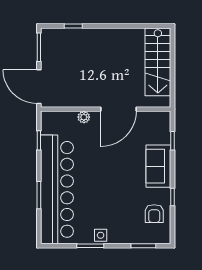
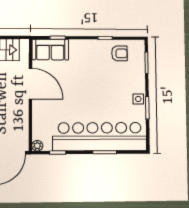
plant: (84, 117) -> (37, 146), moved
sofa: (158, 166) -> (50, 50), moved

